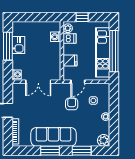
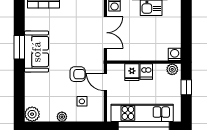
washing machine: (56, 37) -> (175, 54), moved
dishwasher: (70, 38) -> (146, 72), moved
double door: (38, 82) -> (105, 33), swing flipped
sofa: (54, 137) -> (37, 52), width x0.73
window: (82, 151) -> (19, 87), removed

